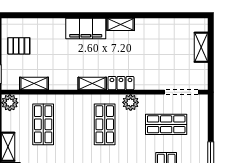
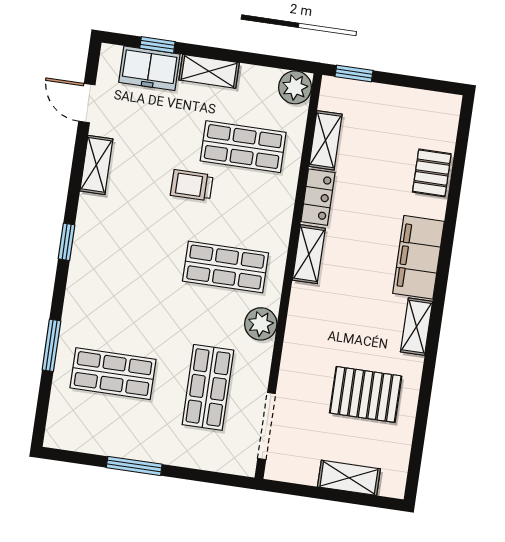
pallet: (158, 45) -> (366, 394), added
pallet: (19, 46) -> (432, 173), moved
locker: (121, 83) -> (318, 197), moved
trolley: (66, 147) -> (192, 185), added

